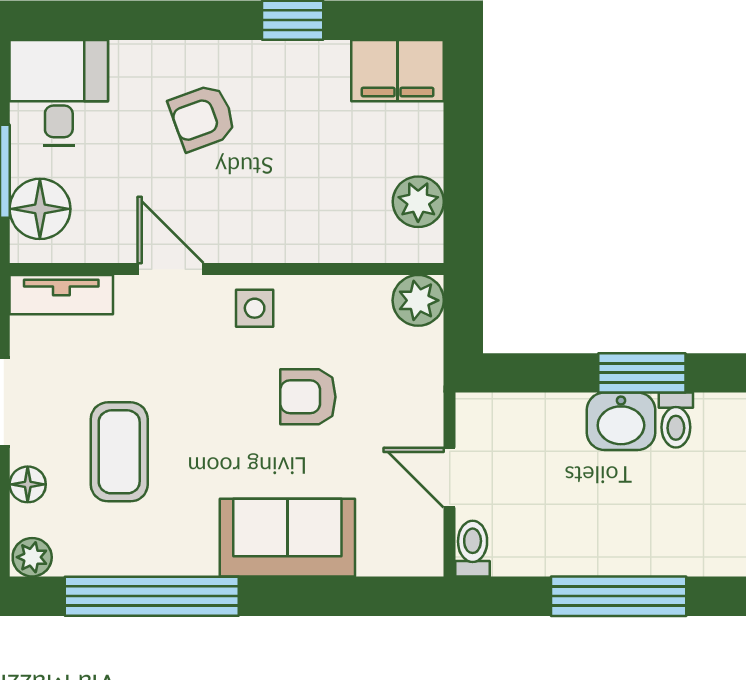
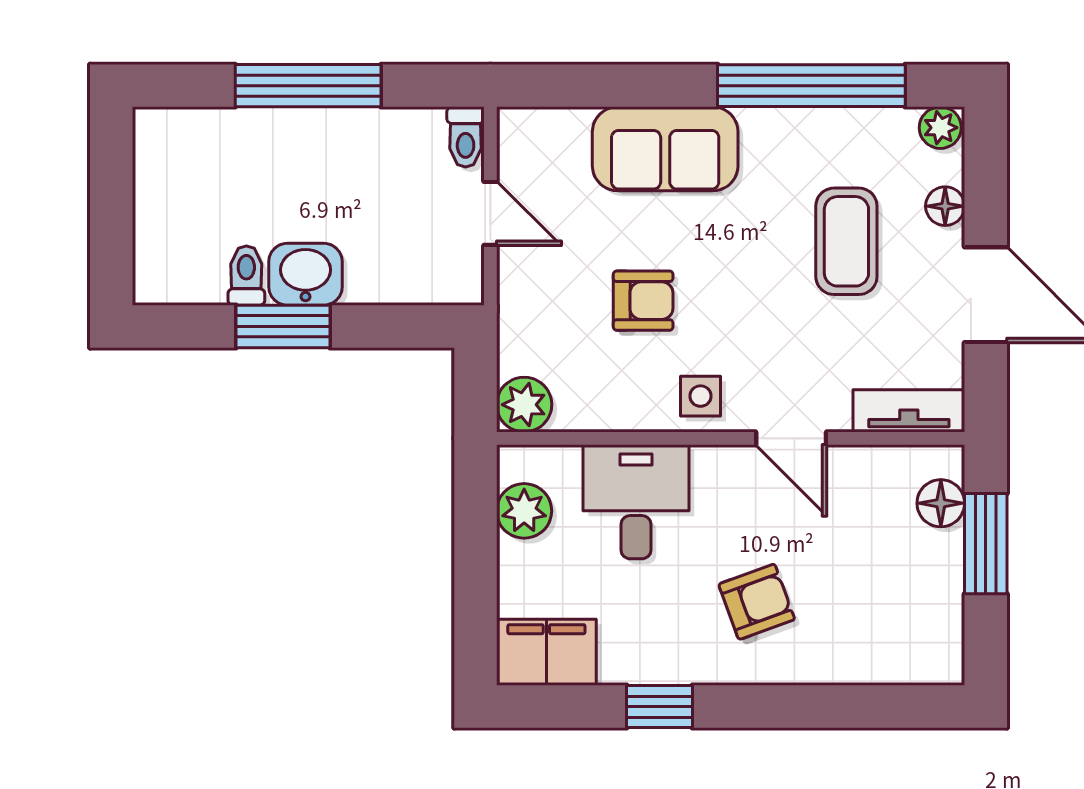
desk: (59, 93) -> (636, 502), moved, turned 180
floor lamp: (40, 209) -> (941, 503), width x0.73, depth x0.73

